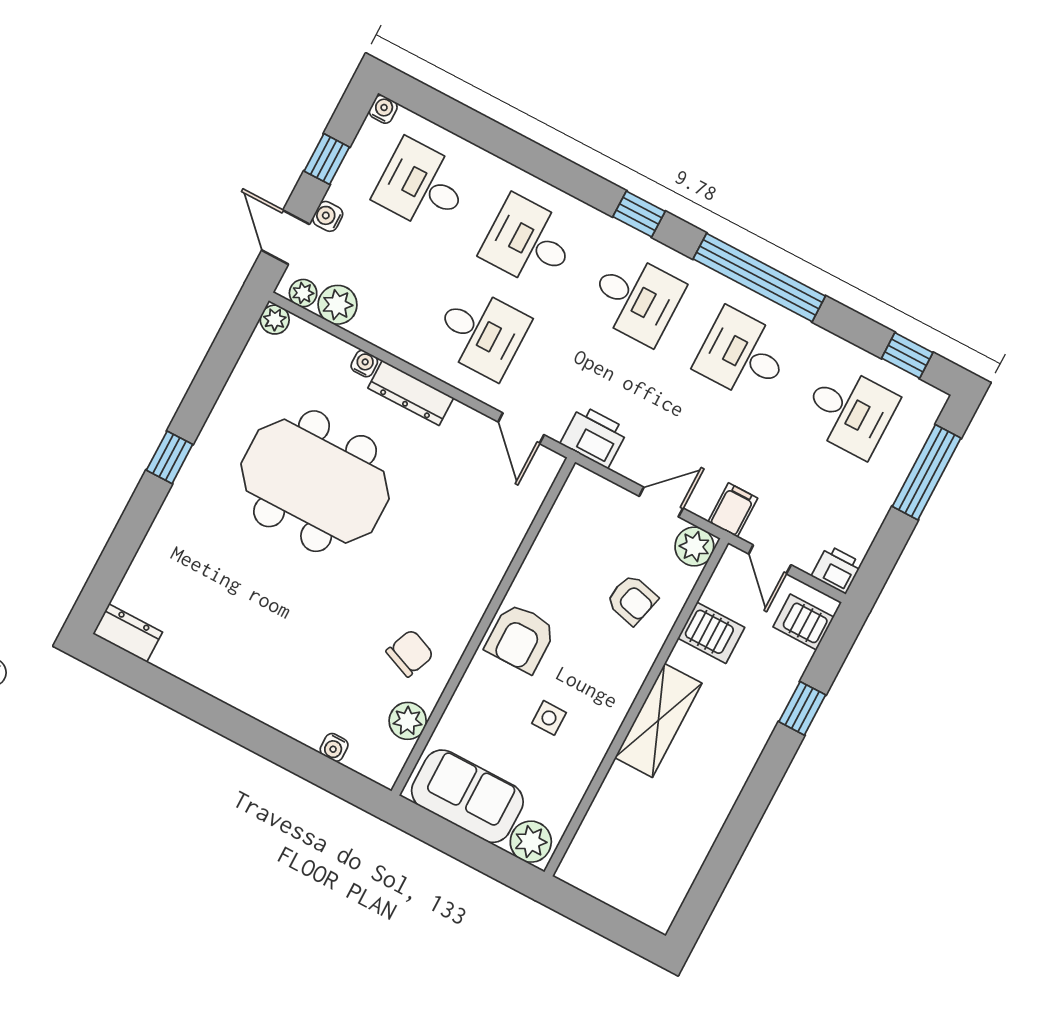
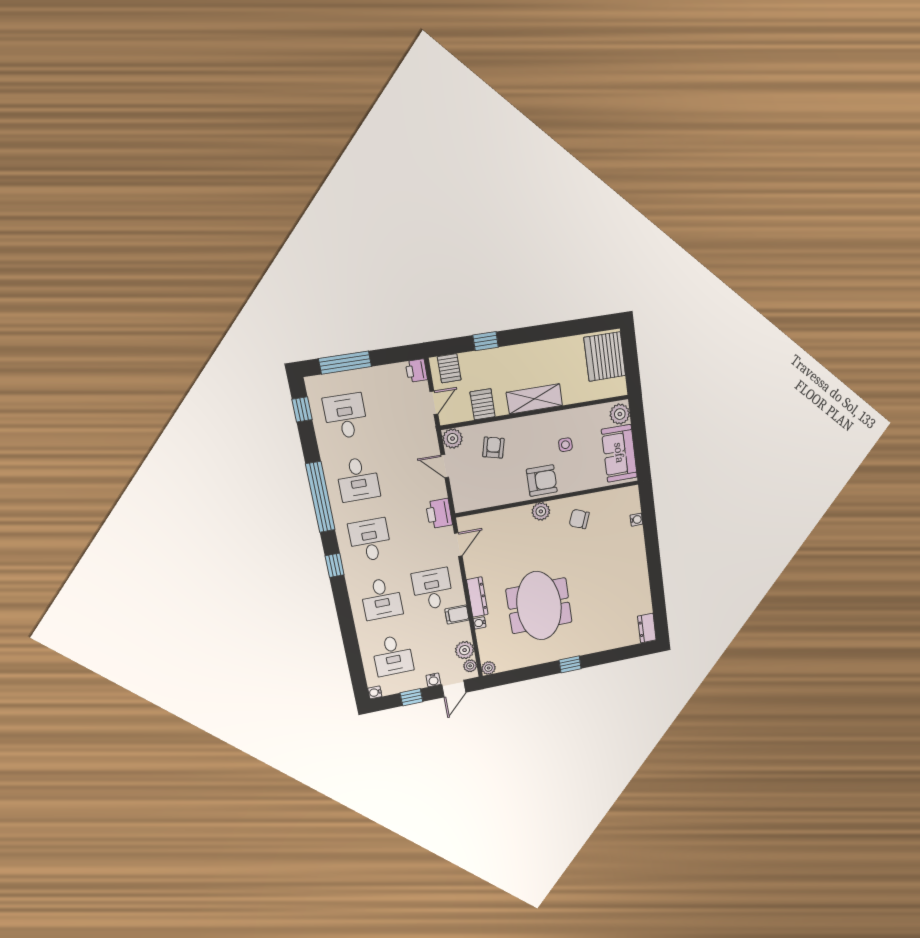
filing cabinet: (733, 510) -> (457, 615), moved
plant: (408, 721) -> (541, 511), moved
server rack: (640, 881) -> (605, 357), added

